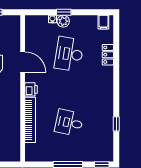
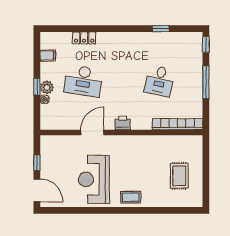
filing cabinet: (103, 22) -> (48, 56), moved
bookcase: (30, 120) -> (177, 124), moved

